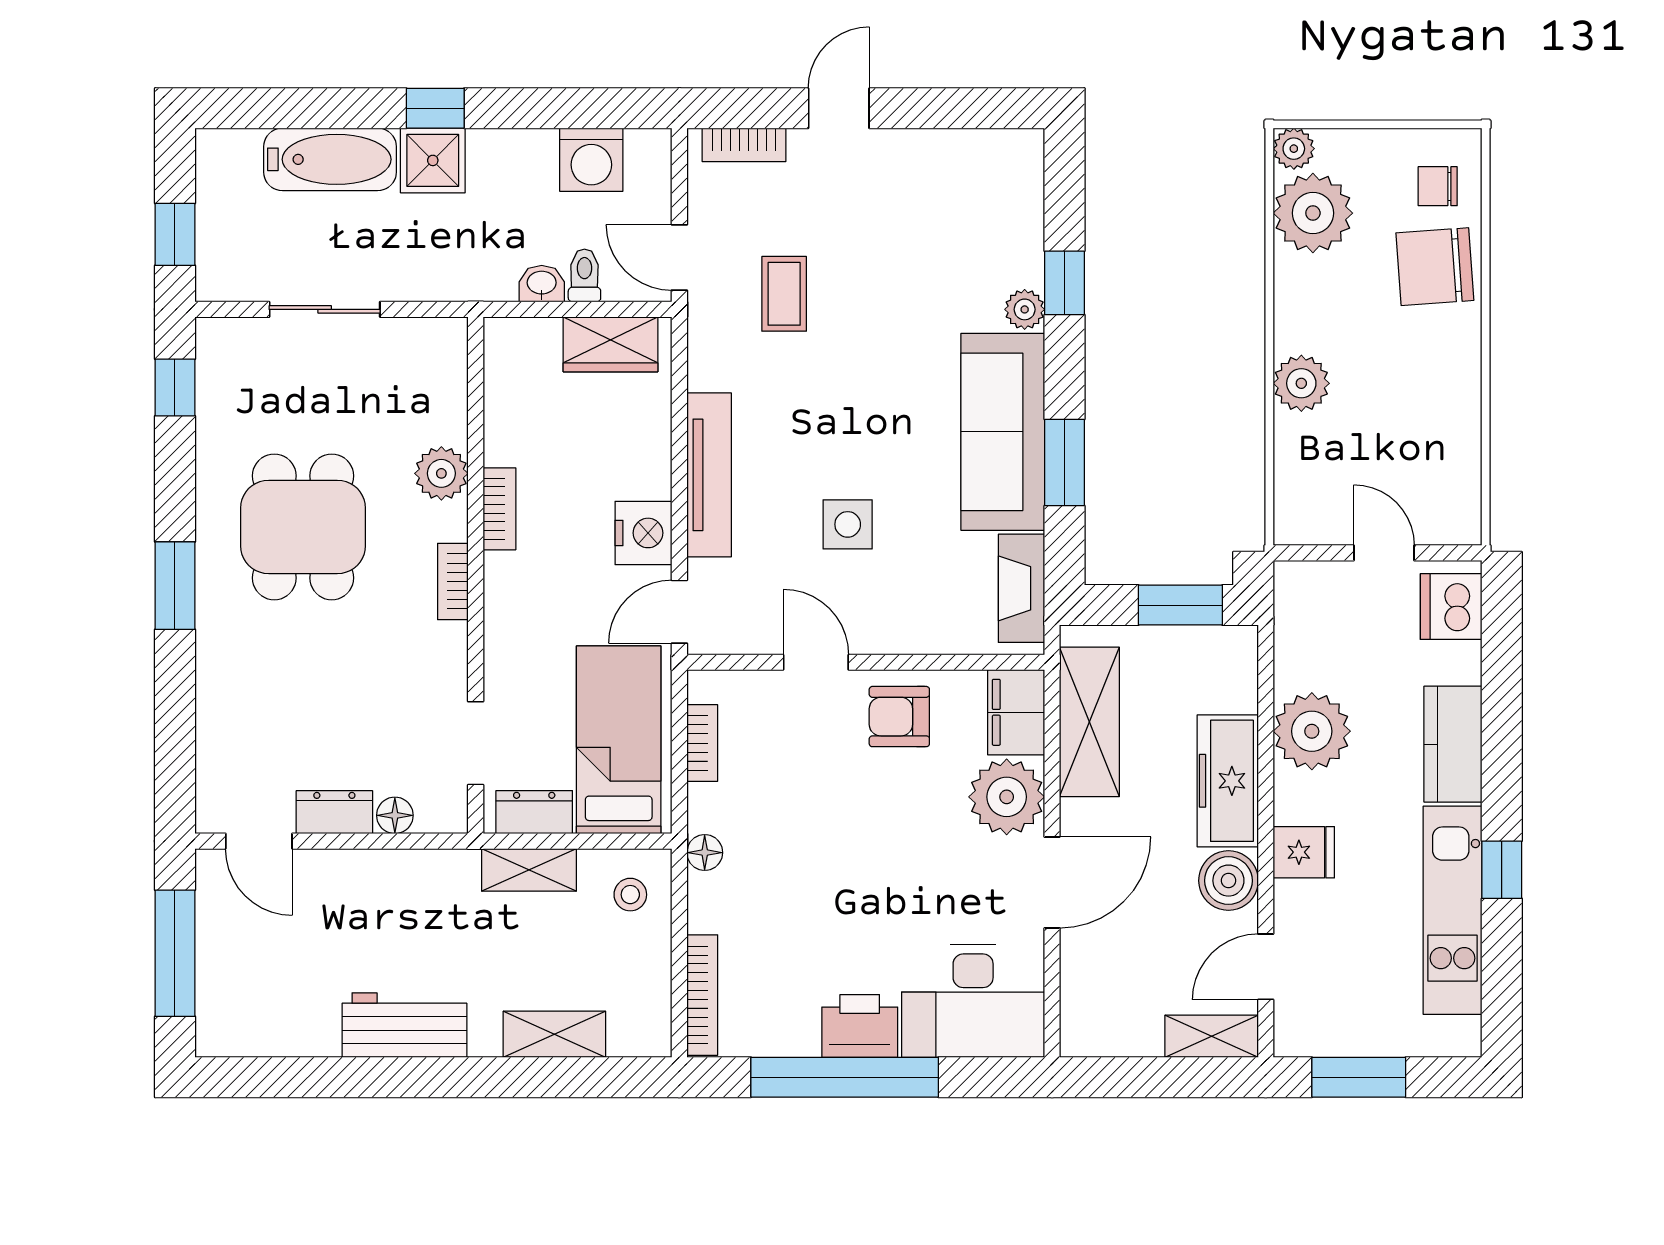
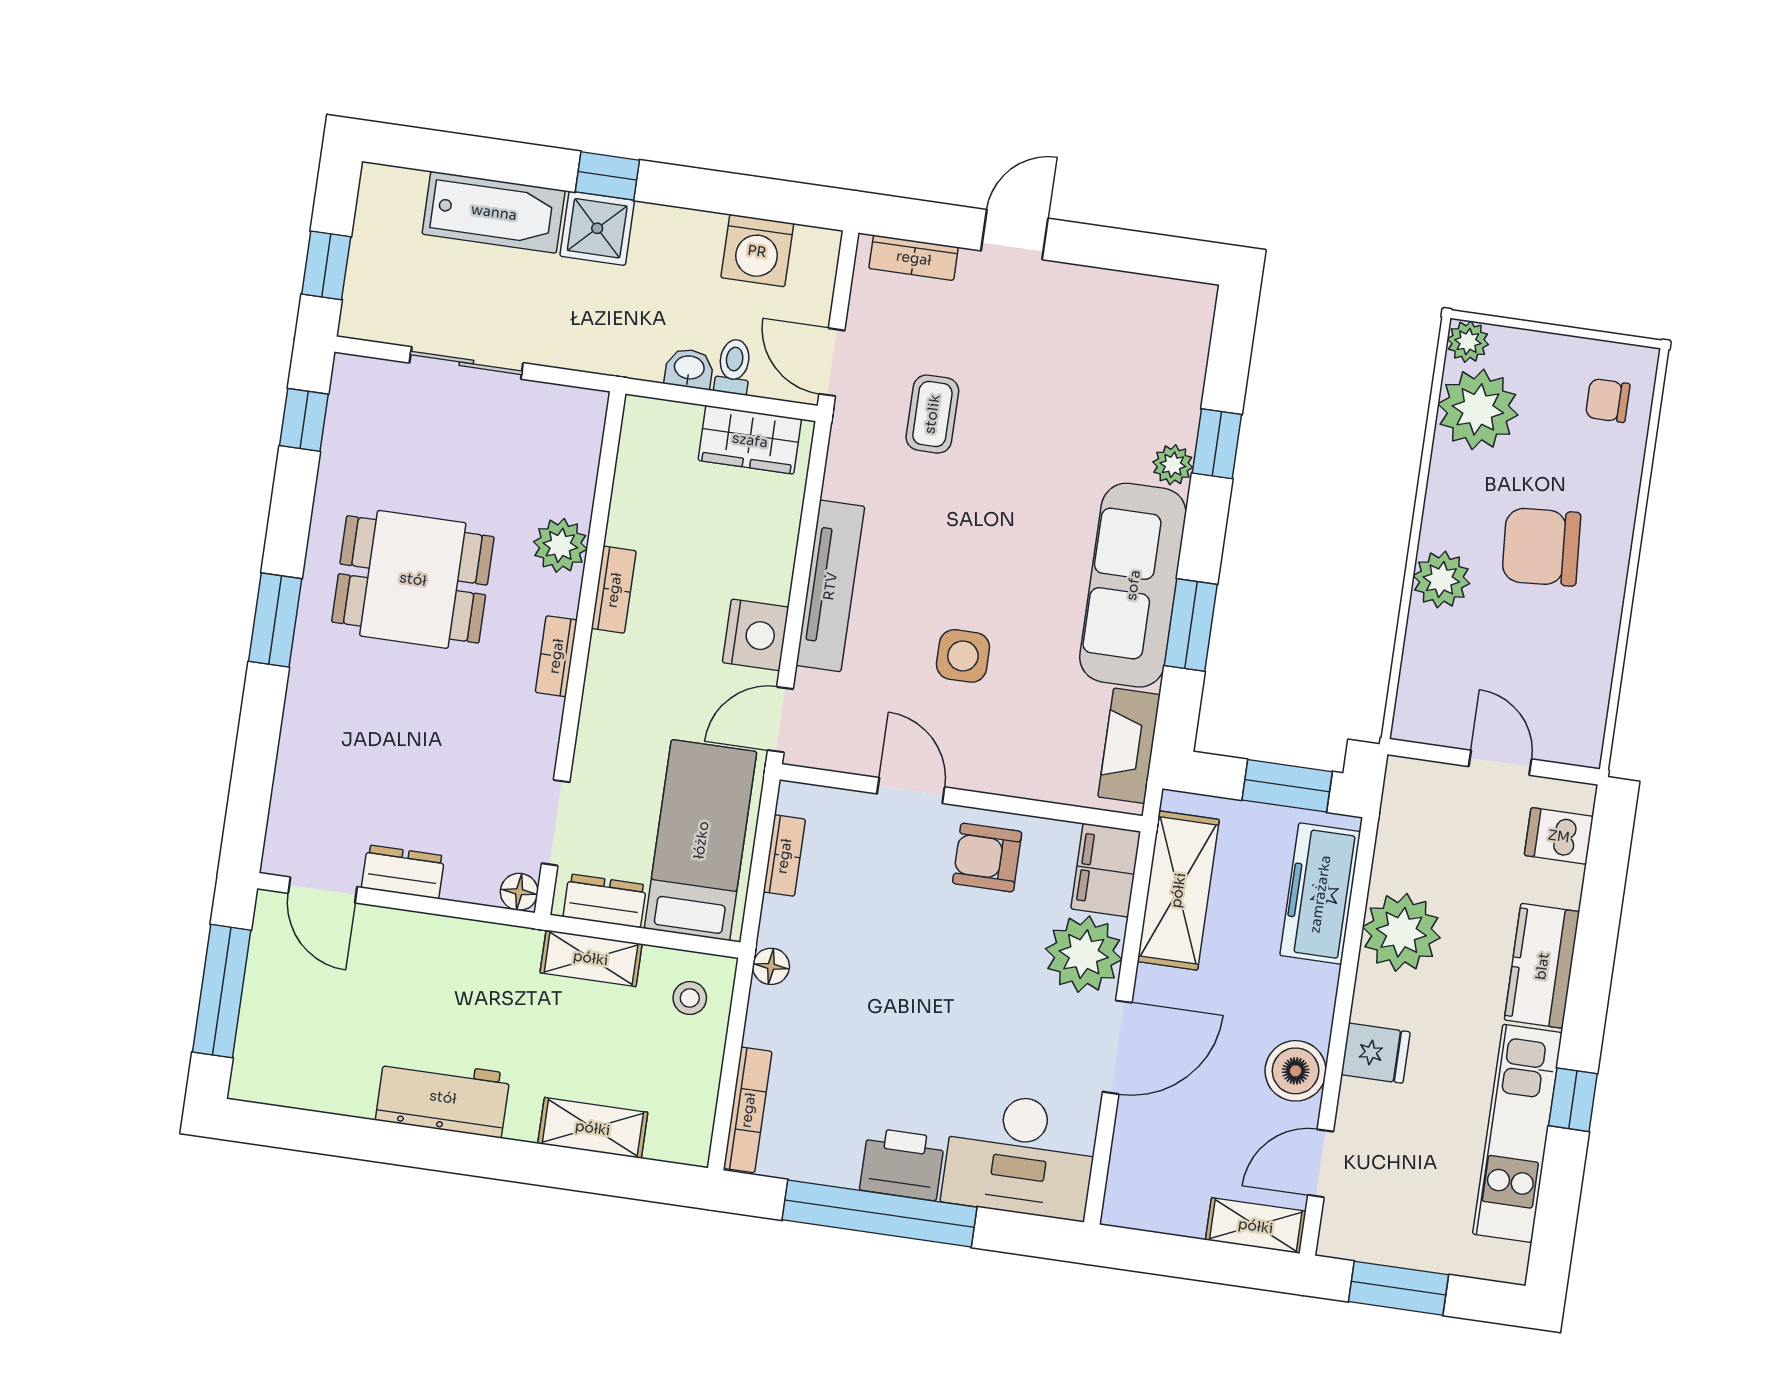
chair: (1435, 267) -> (1541, 547), moved
dining table: (303, 527) -> (413, 579), turned 90
dishwasher: (1451, 607) -> (1559, 836), width x0.73
freezer: (1228, 781) -> (1320, 894), moved
floor lamp: (395, 815) -> (519, 892), moved

